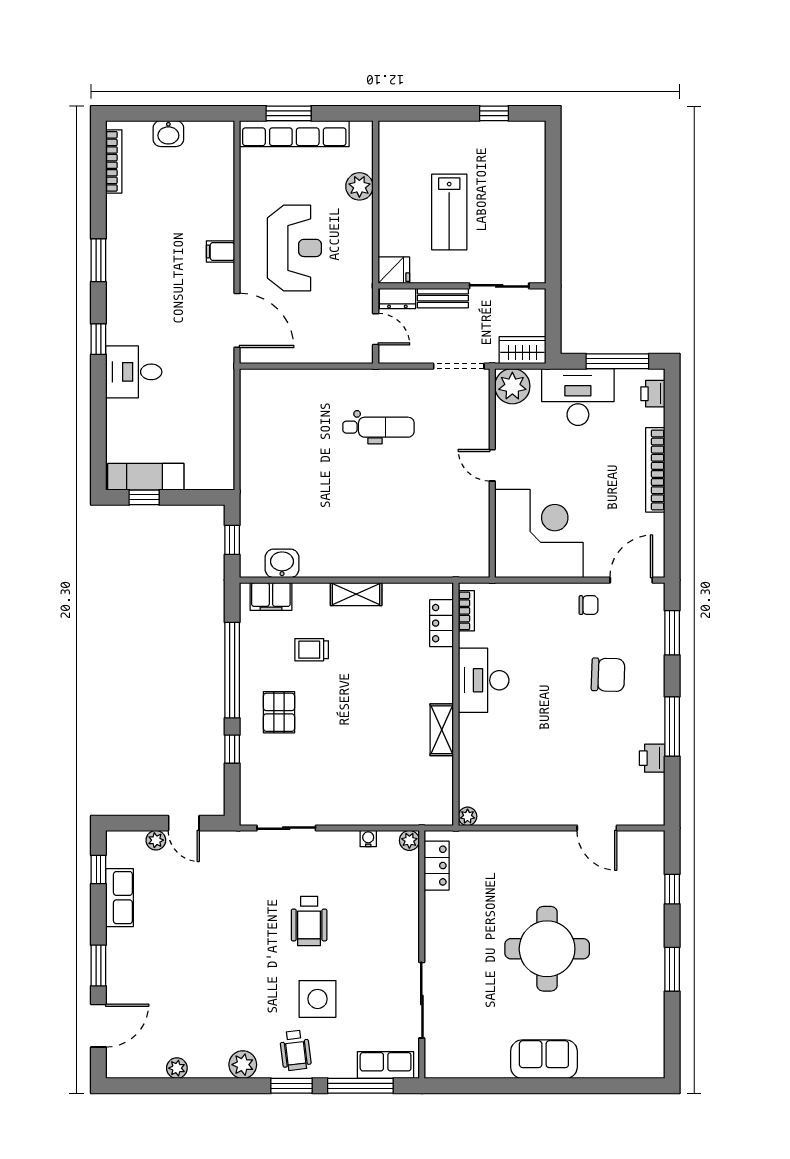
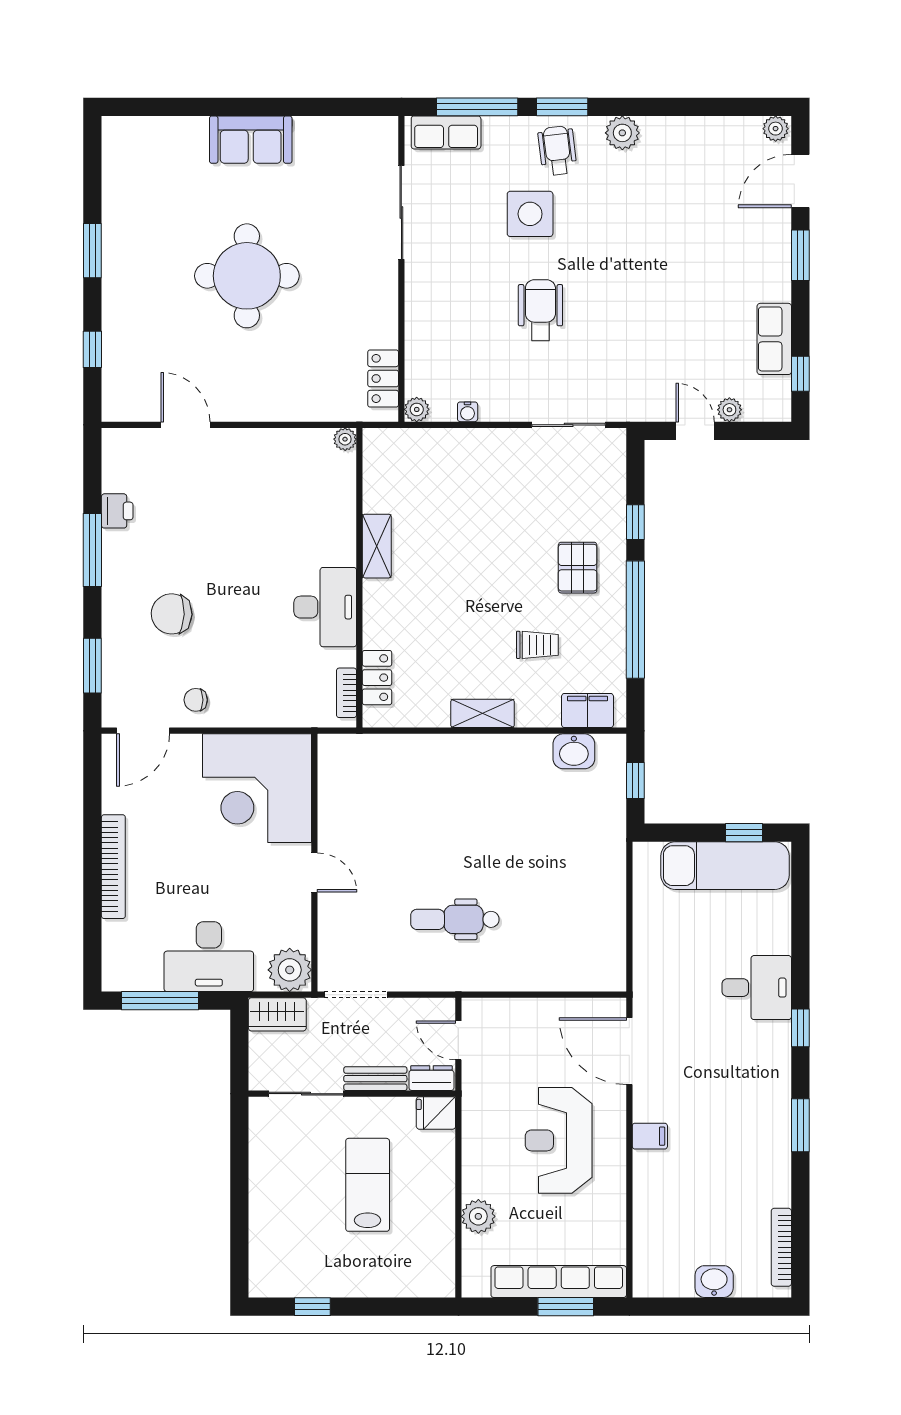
printer: (653, 394) -> (116, 961), removed
exam couch: (146, 477) -> (725, 866), width x1.36, depth x1.45
plant: (177, 1068) -> (776, 129), moved

